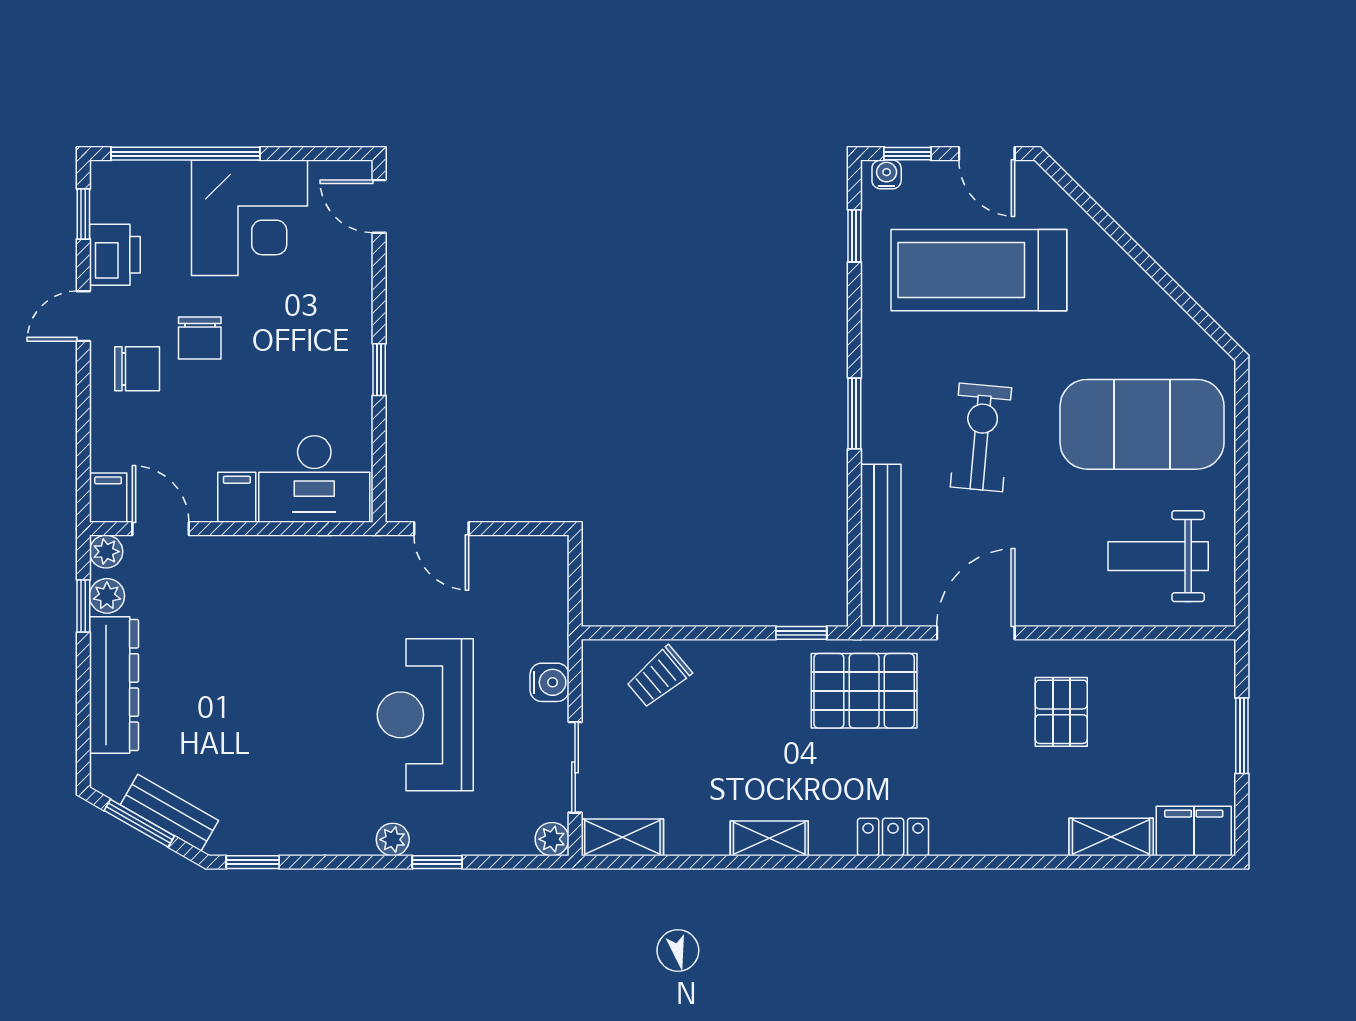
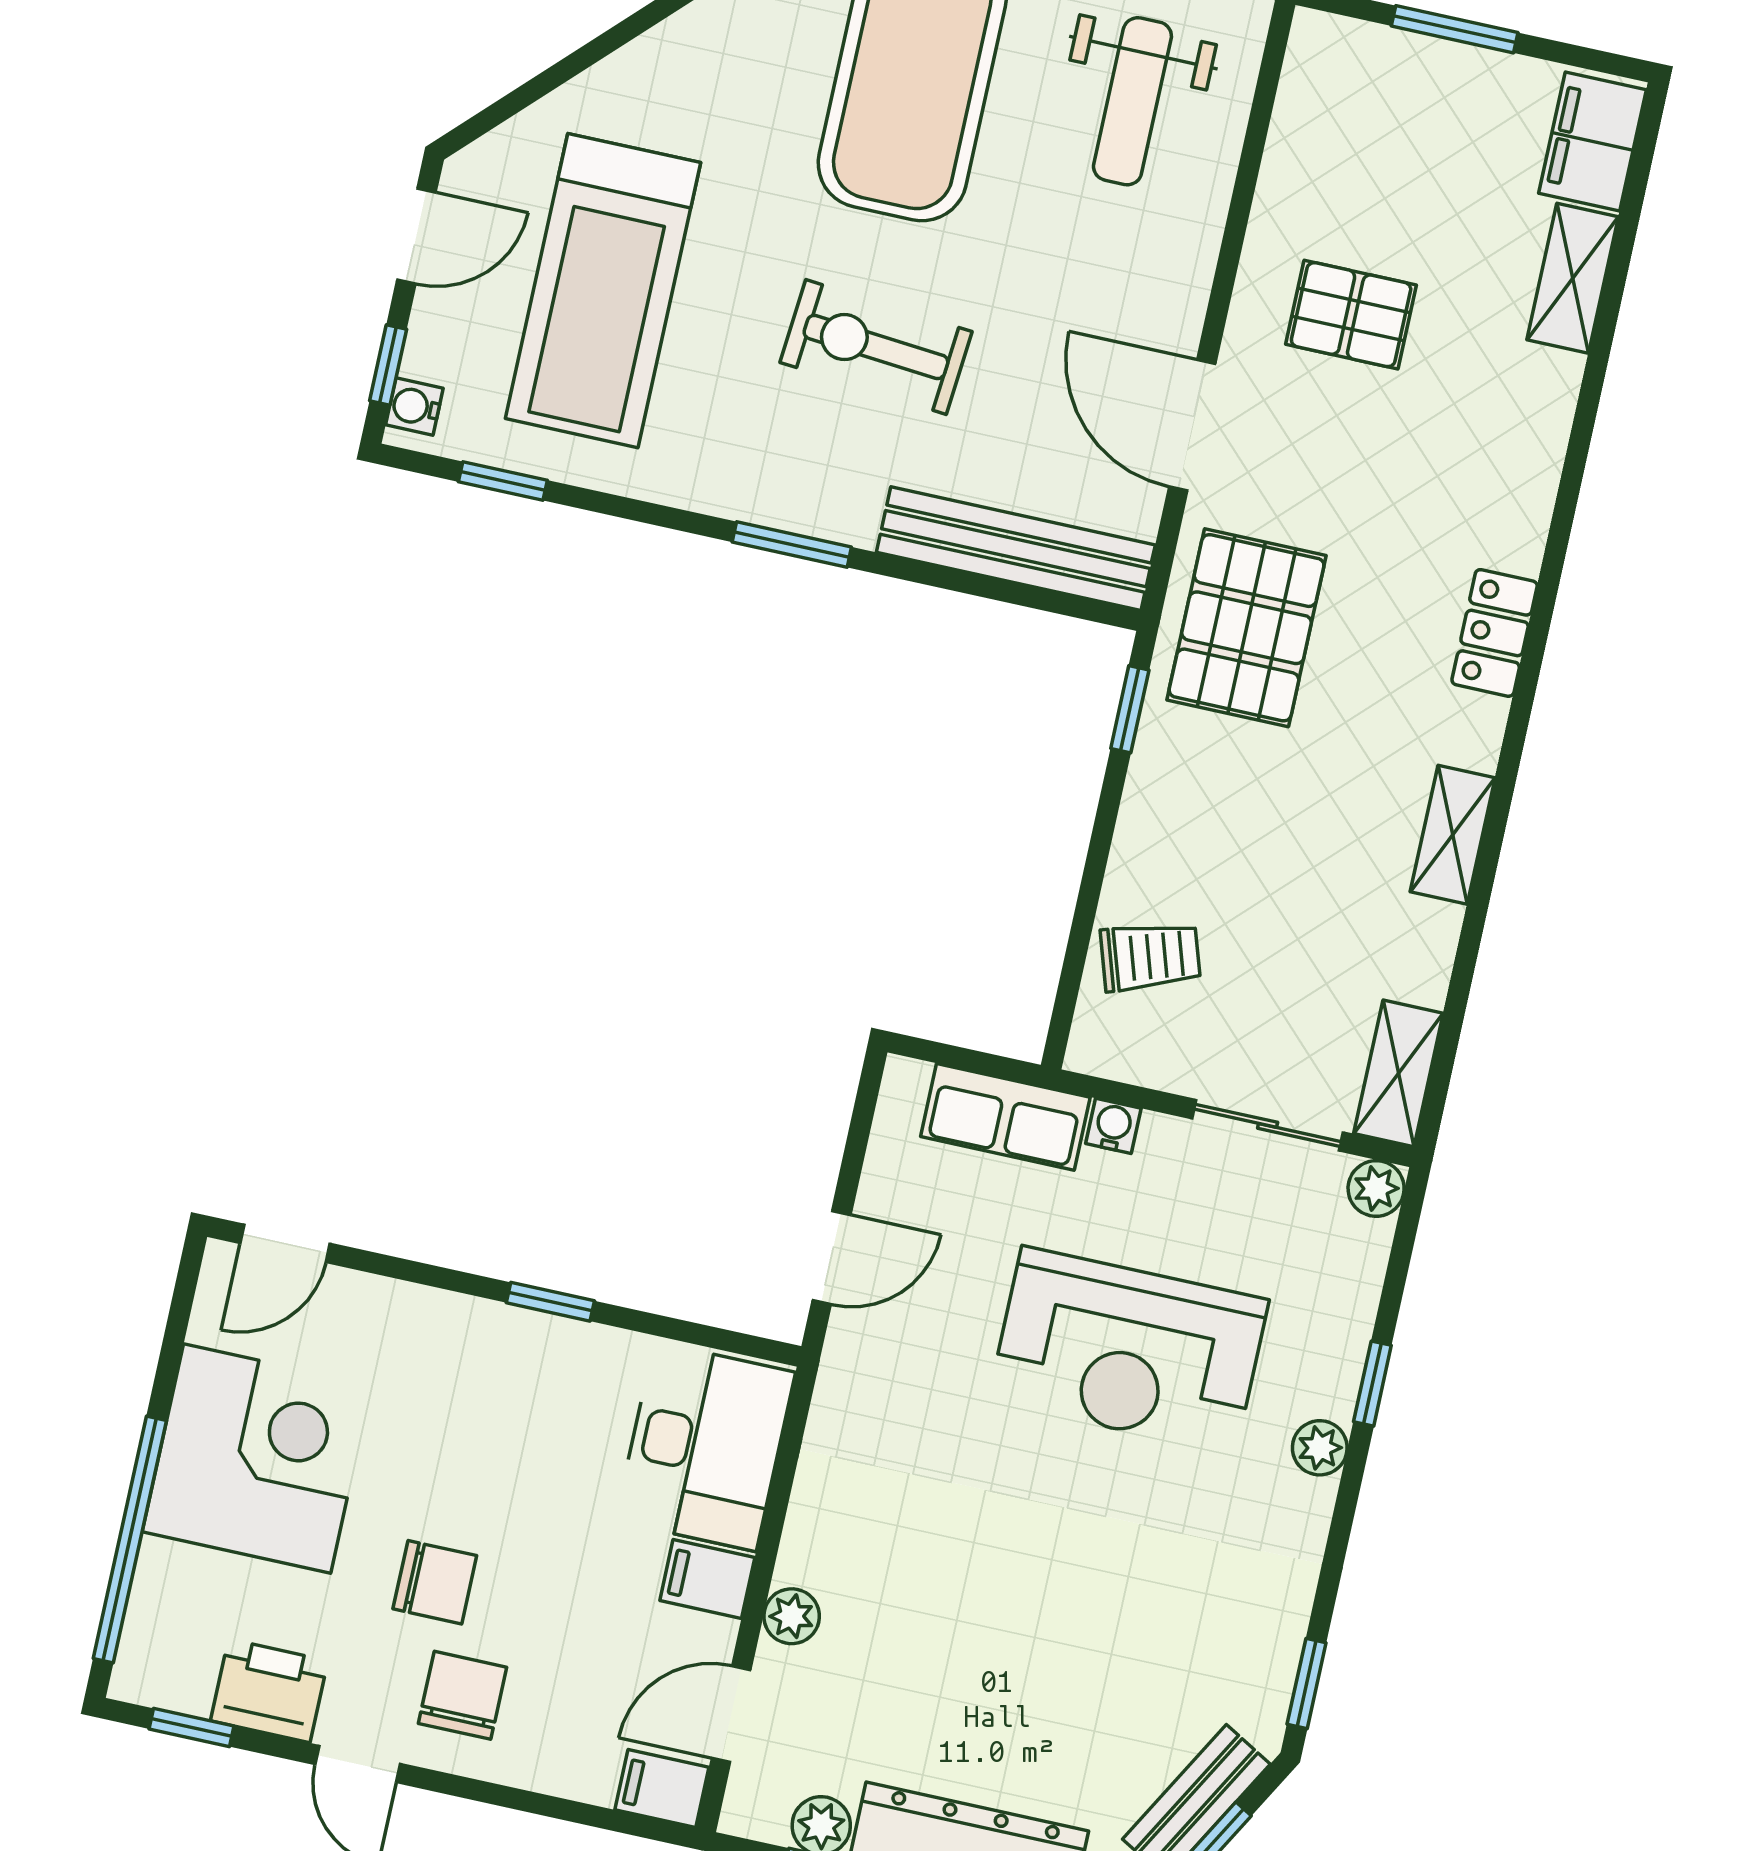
plant: (106, 552) -> (792, 1616), moved
row of seats: (546, 613) -> (1005, 1117), added
trolley: (659, 677) -> (1150, 957), turned -68
water cooler: (549, 682) -> (1113, 1126), width x0.72, depth x0.72

